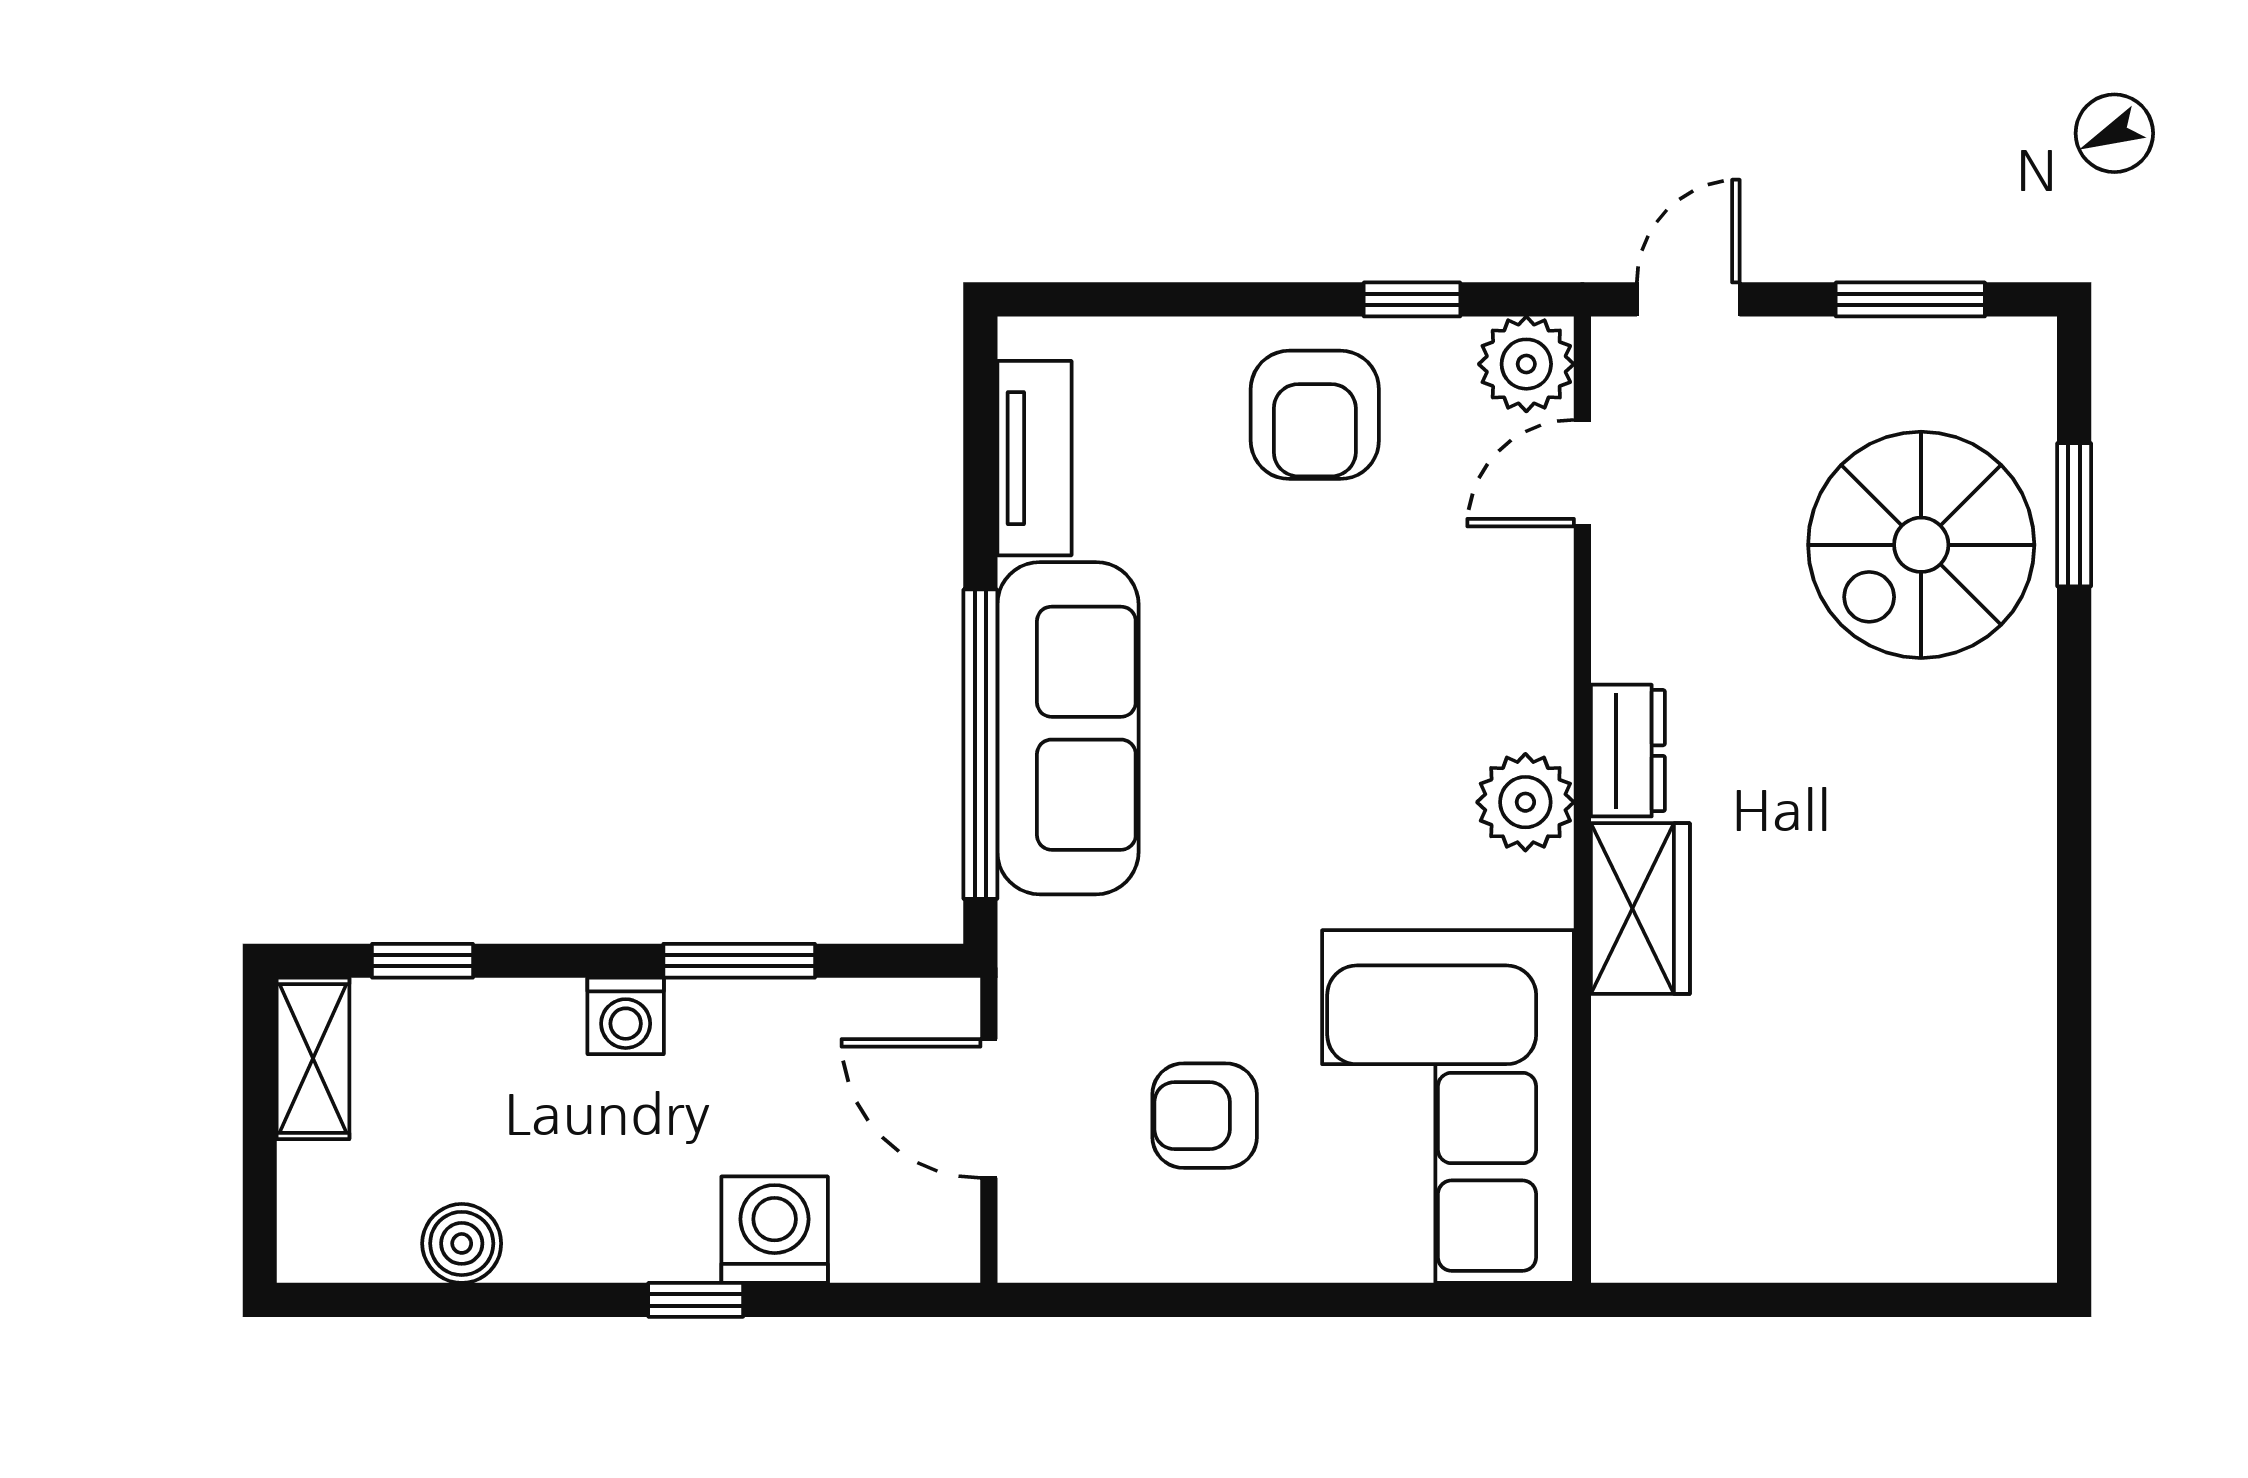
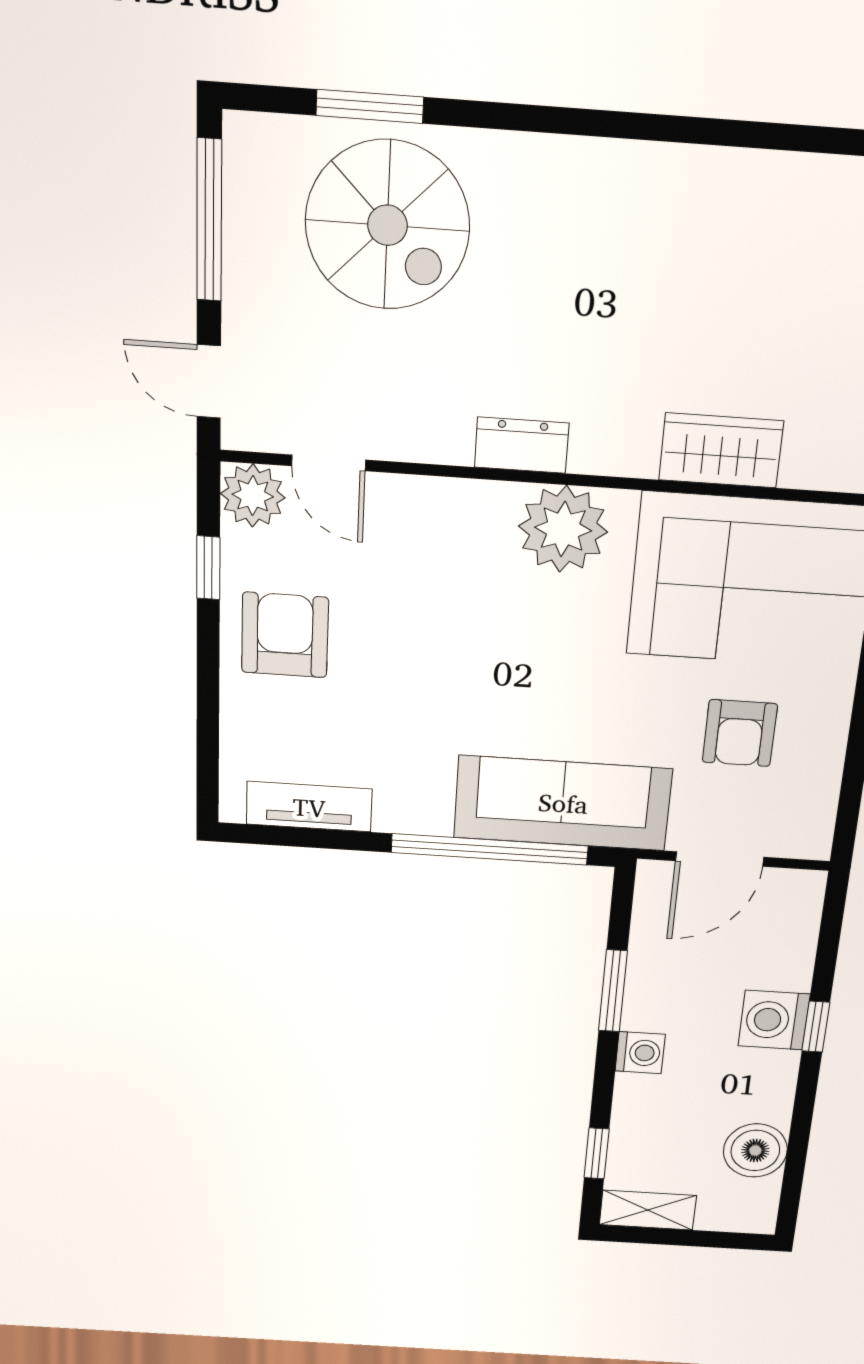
window: (1910, 299) -> (209, 221), width x1.44
armchair: (1315, 415) -> (285, 635), turned -90
sofa: (1068, 728) -> (563, 803), moved
plant: (1525, 802) -> (563, 529), width x1.36, depth x1.36
wardrobe: (1640, 909) -> (721, 450), moved
washing machine: (775, 1230) -> (774, 1020), moved
boiler: (462, 1243) -> (755, 1151), width x1.36, depth x1.36

